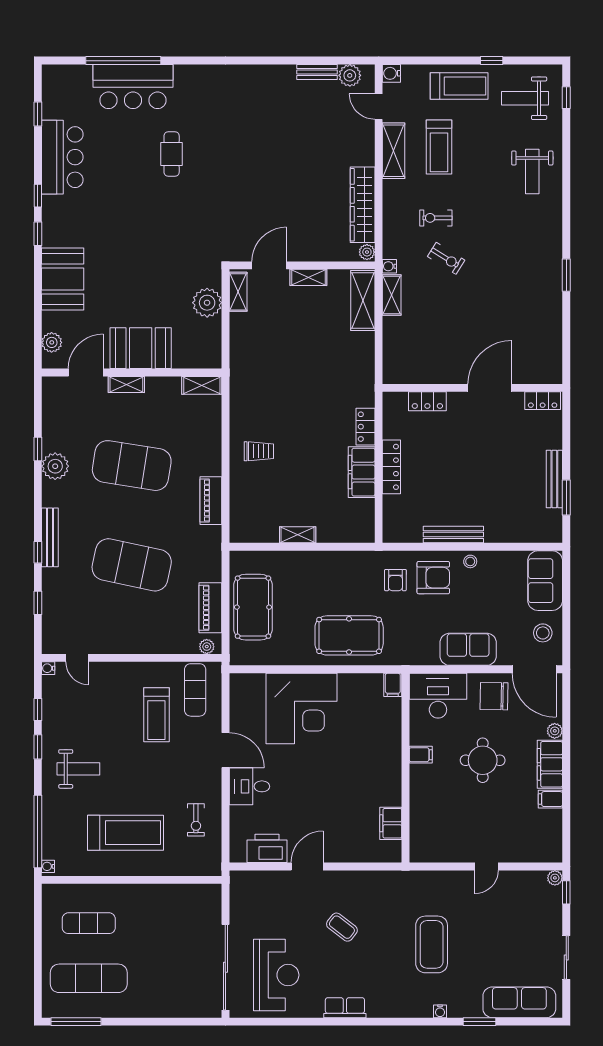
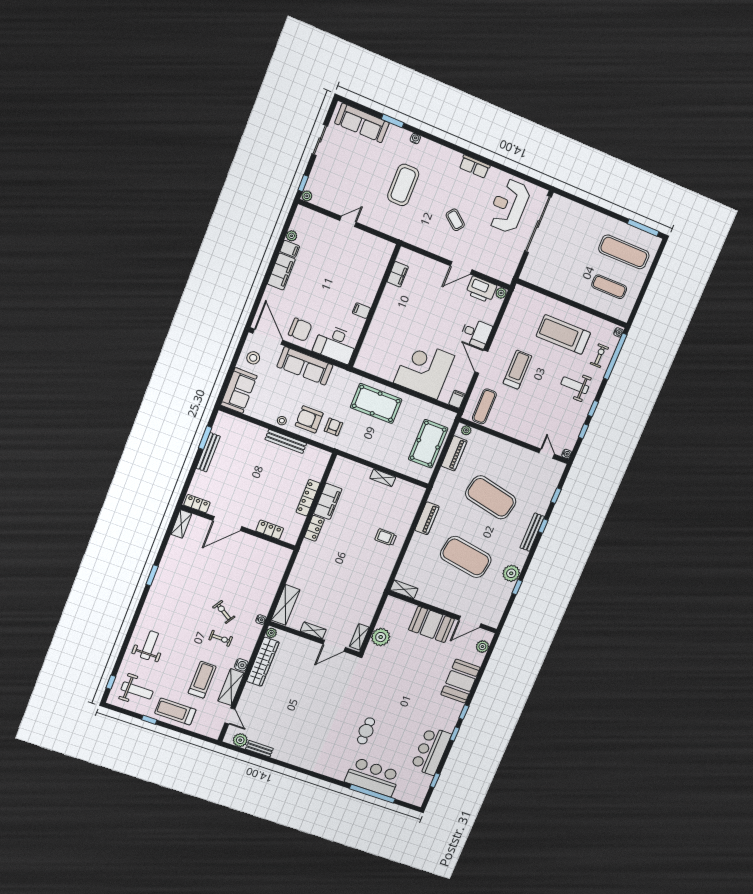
water cooler: (391, 73) -> (241, 665), moved
shelving: (392, 295) -> (181, 524), moved
shelving: (126, 384) -> (449, 606), removed
sofa: (468, 649) -> (305, 366), width x1.36
filing cabinet: (393, 685) -> (457, 399), moved
treadmill: (156, 715) -> (517, 370), moved
plant: (555, 731) -> (292, 236), moved
round table: (483, 760) -> (323, 291), removed
exercise bike: (196, 820) -> (599, 356), moved
plant: (237, 855) -> (501, 293), added

